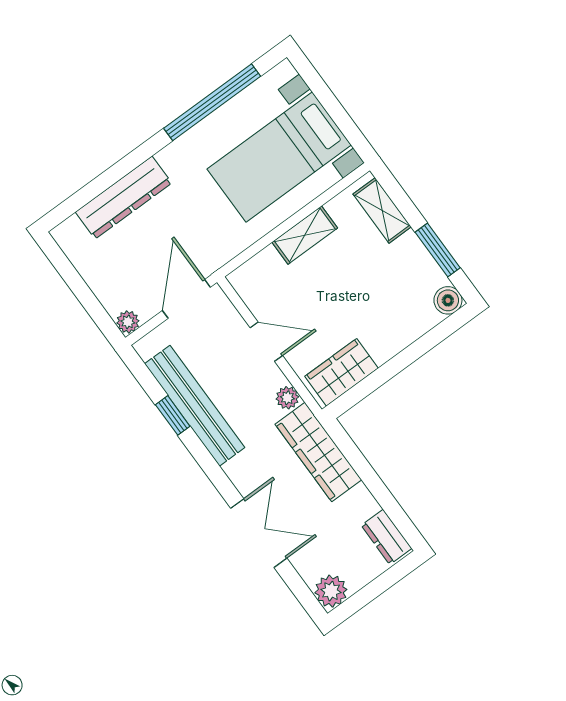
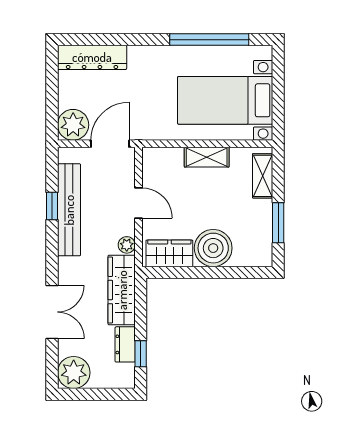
dresser: (124, 198) -> (92, 57), moved
boiler: (448, 300) -> (213, 248), moved, width x1.86, depth x1.86
plant: (128, 322) -> (73, 125), width x1.88, depth x1.88
window: (391, 507) -> (141, 354), added
dresser: (386, 537) -> (125, 344), moved
plant: (331, 591) -> (74, 373), width x1.36, depth x1.36

